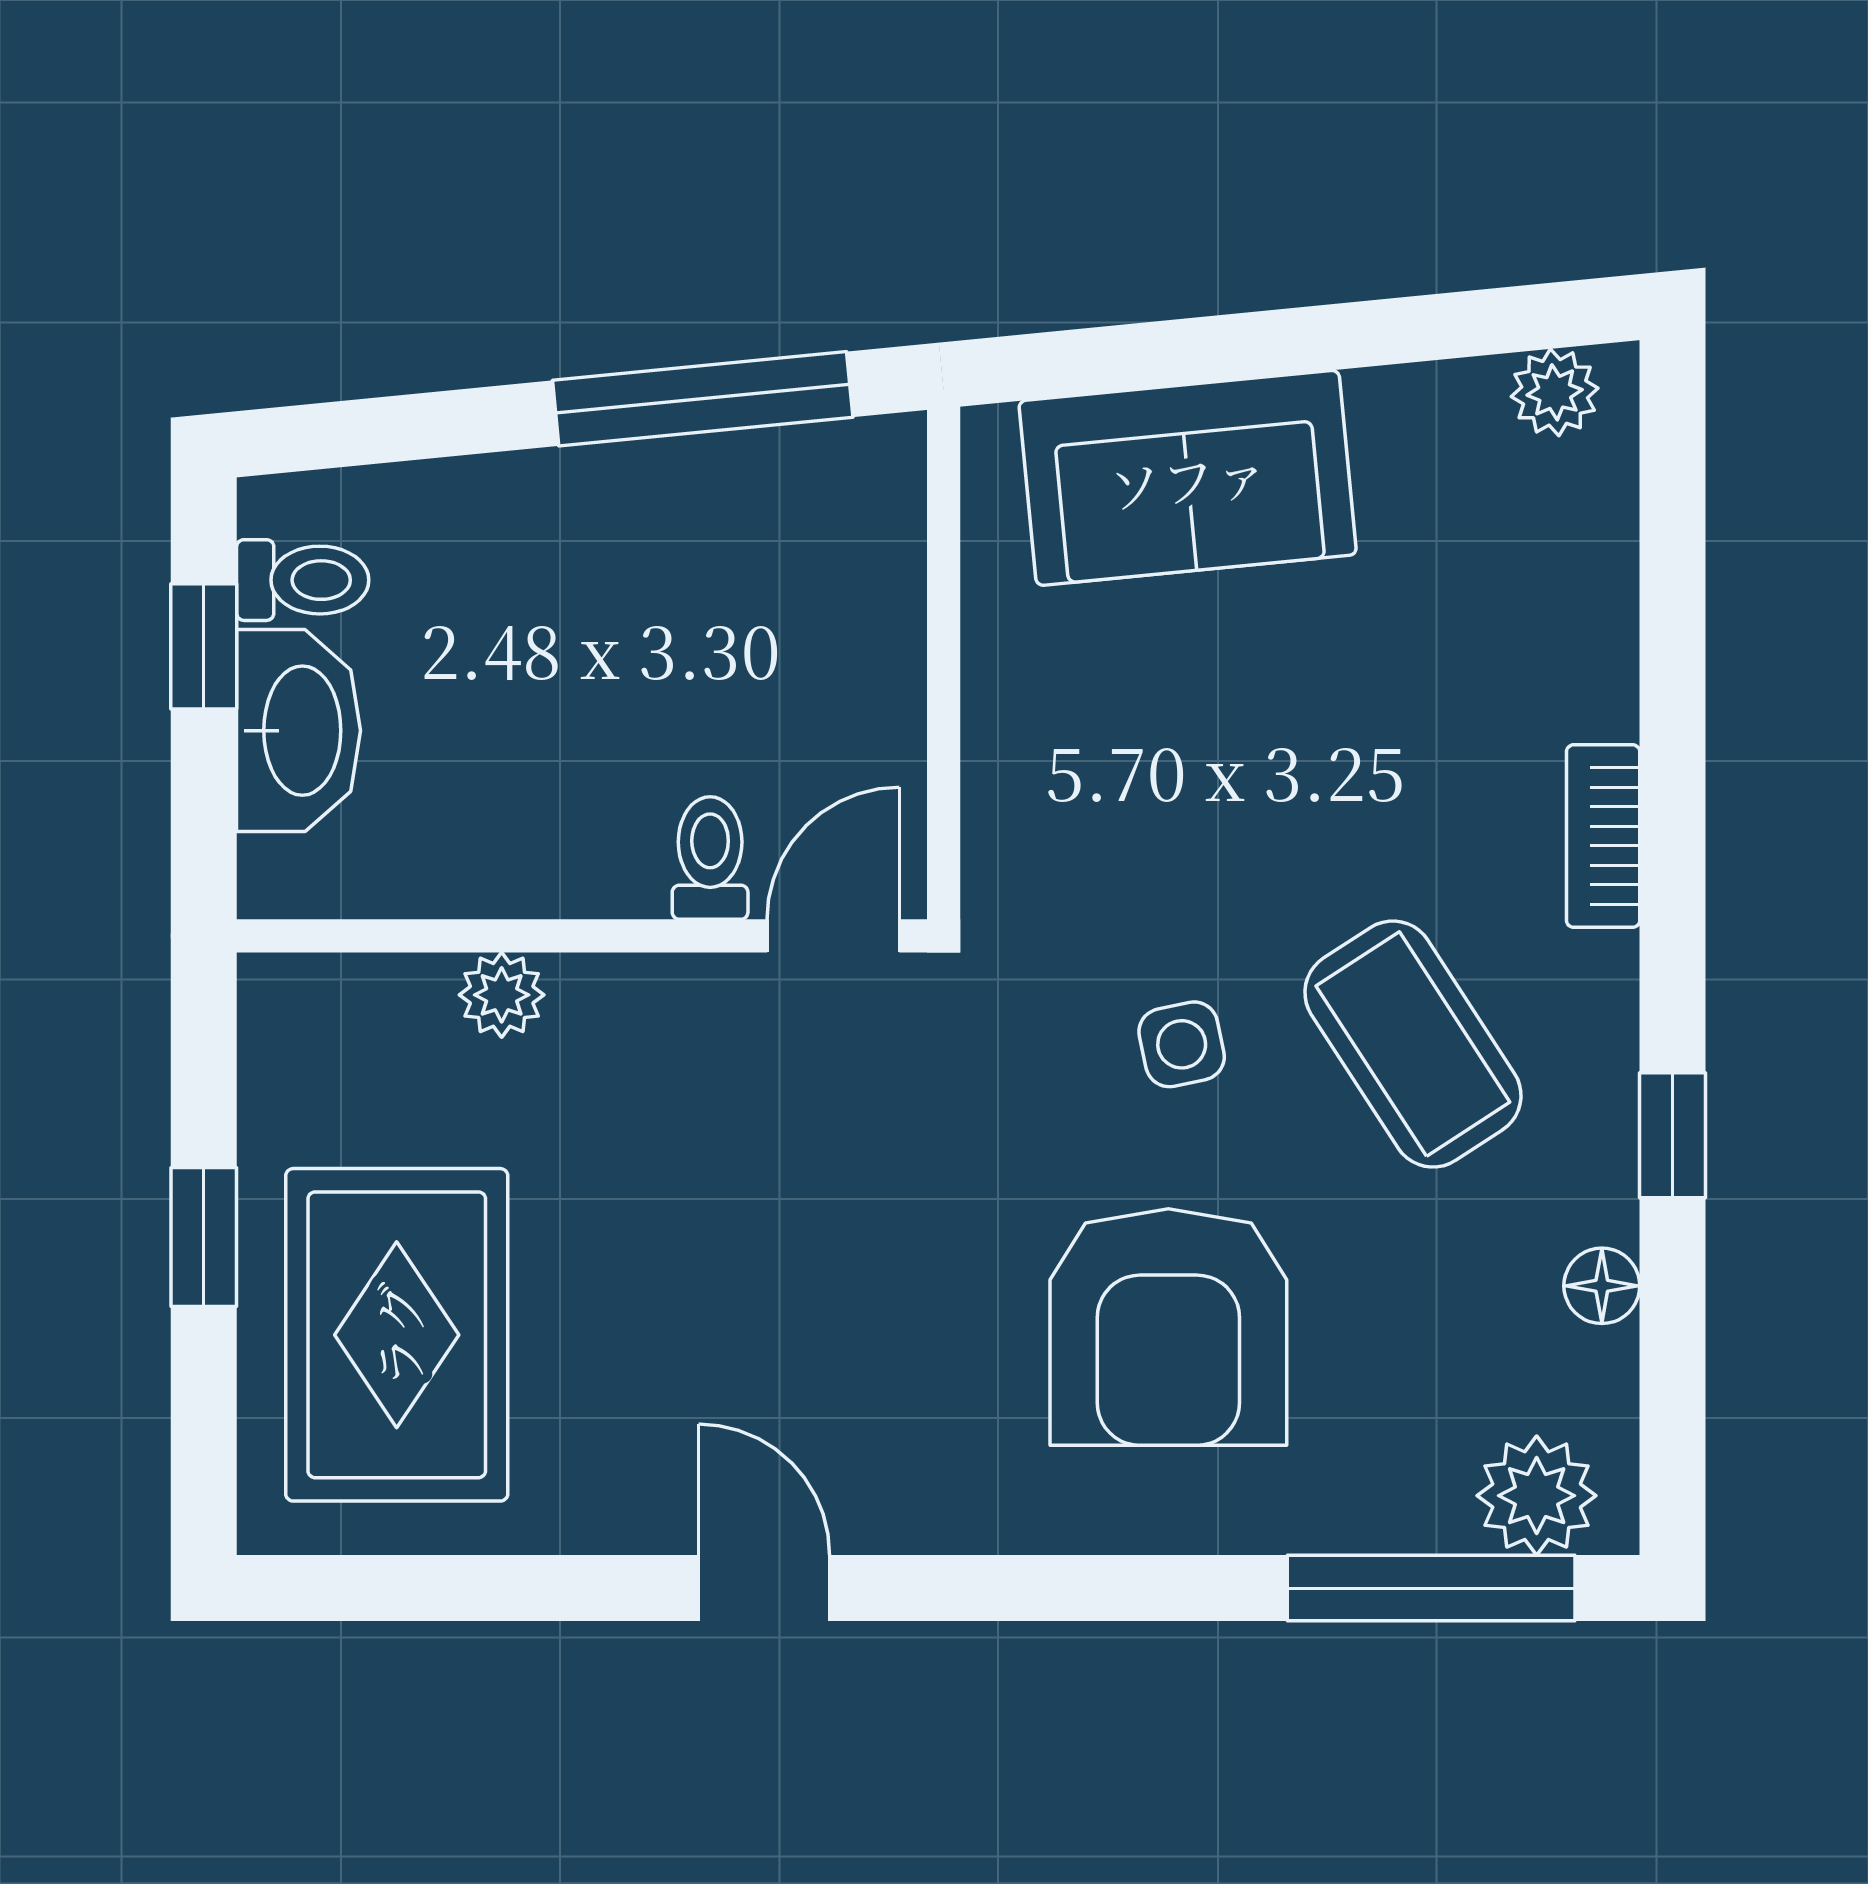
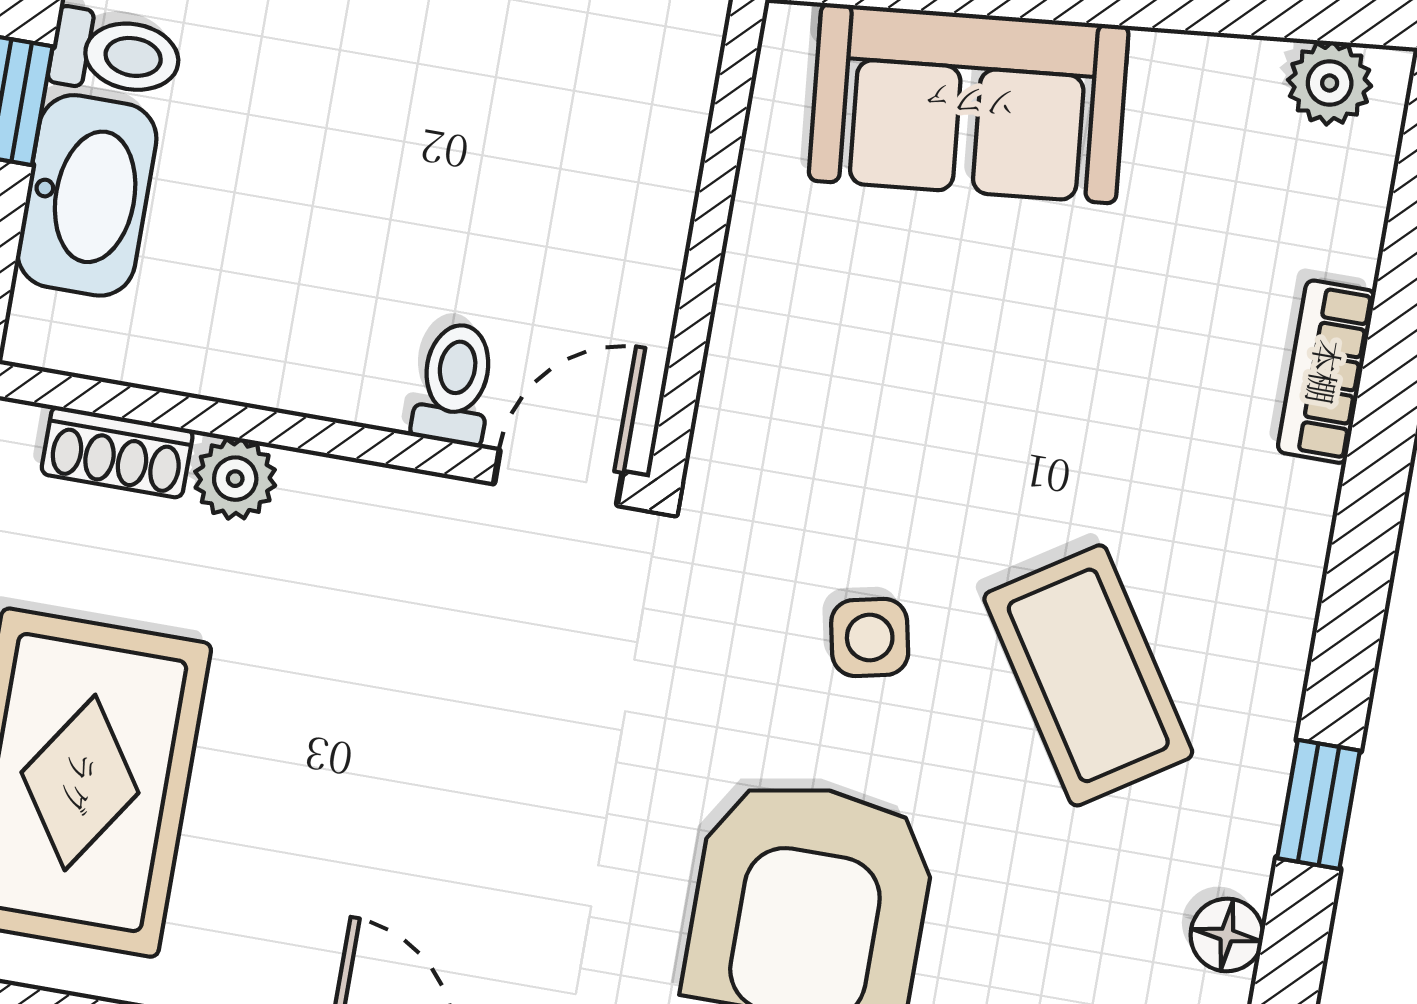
bookcase: (1603, 836) -> (1326, 372), moved
shoe rack: (376, 989) -> (117, 452), added

